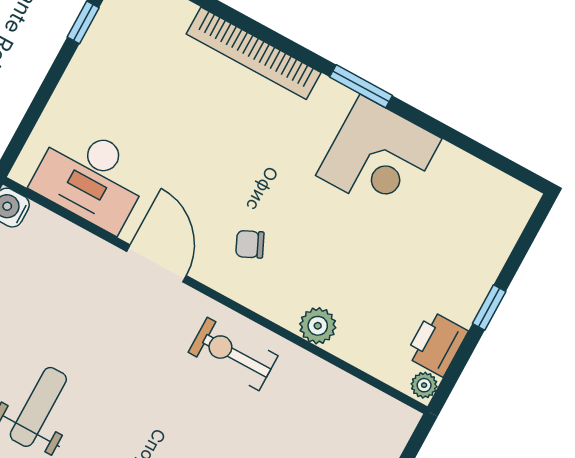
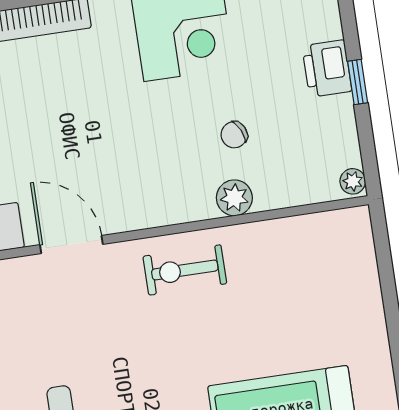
chair: (250, 244) -> (234, 135), moved
printer: (436, 344) -> (327, 69), moved

